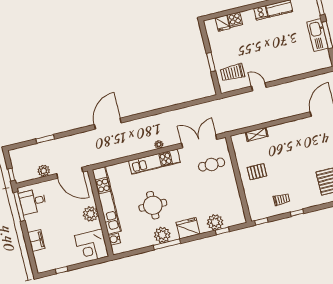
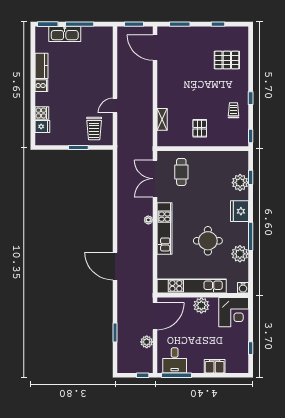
kitchen sink: (317, 35) -> (65, 34), moved
plant: (162, 235) -> (240, 254), moved
water cooler: (114, 239) -> (243, 288), moved

